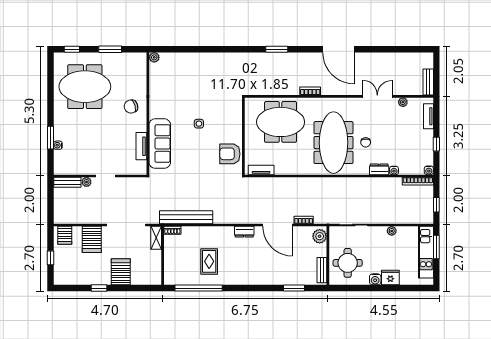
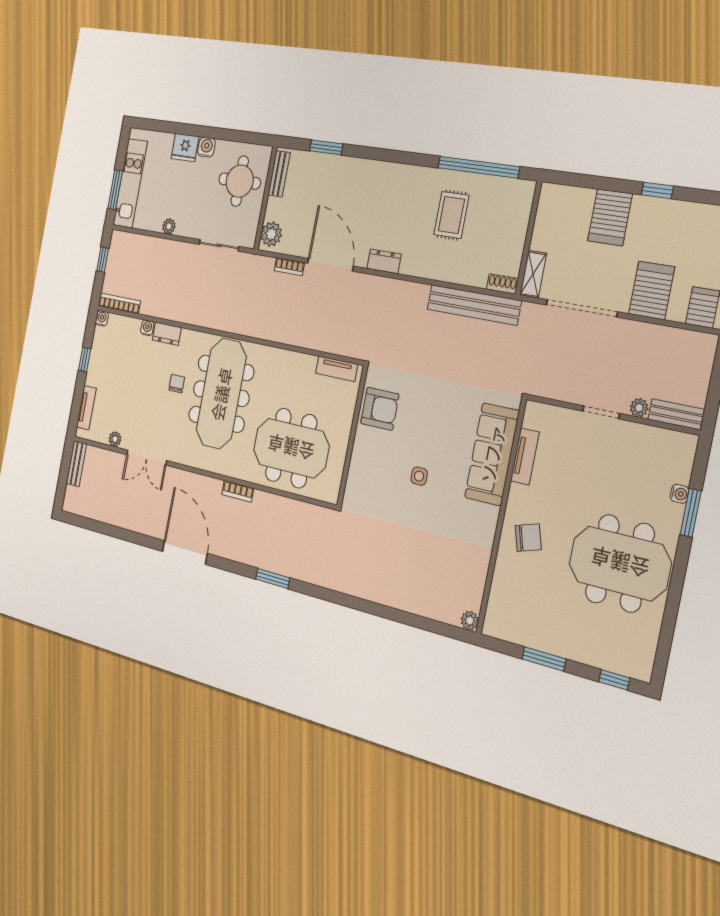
meeting table: (85, 87) -> (620, 563), moved

